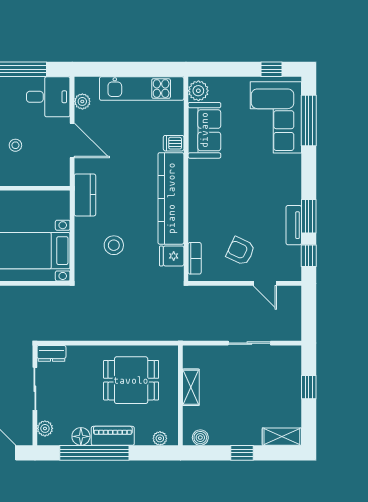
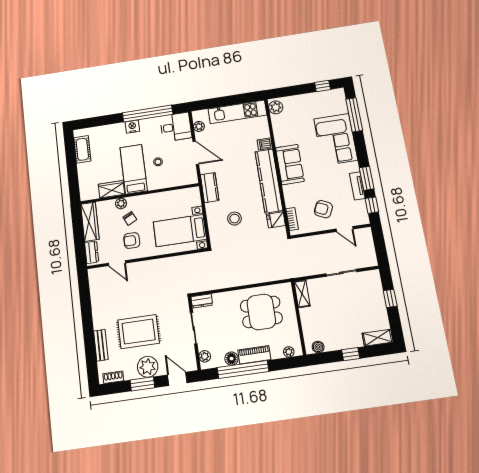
corner sofa: (276, 117) -> (336, 139), moved
sofa: (204, 130) -> (290, 165), moved
shelving: (191, 387) -> (302, 294), moved

